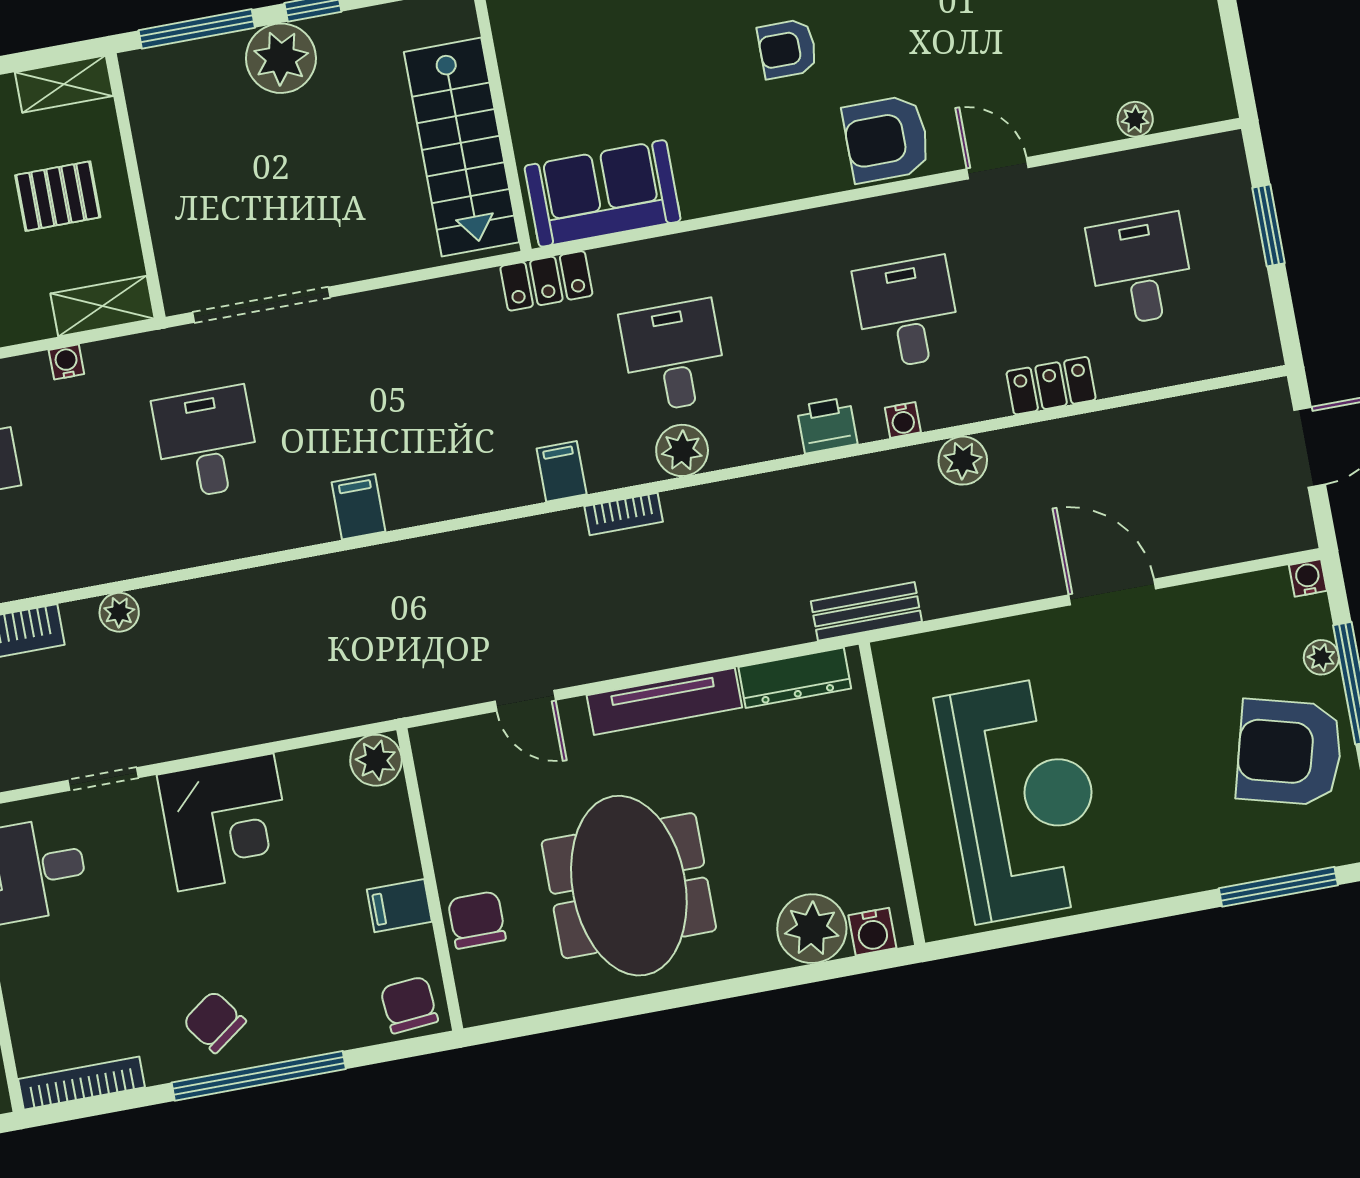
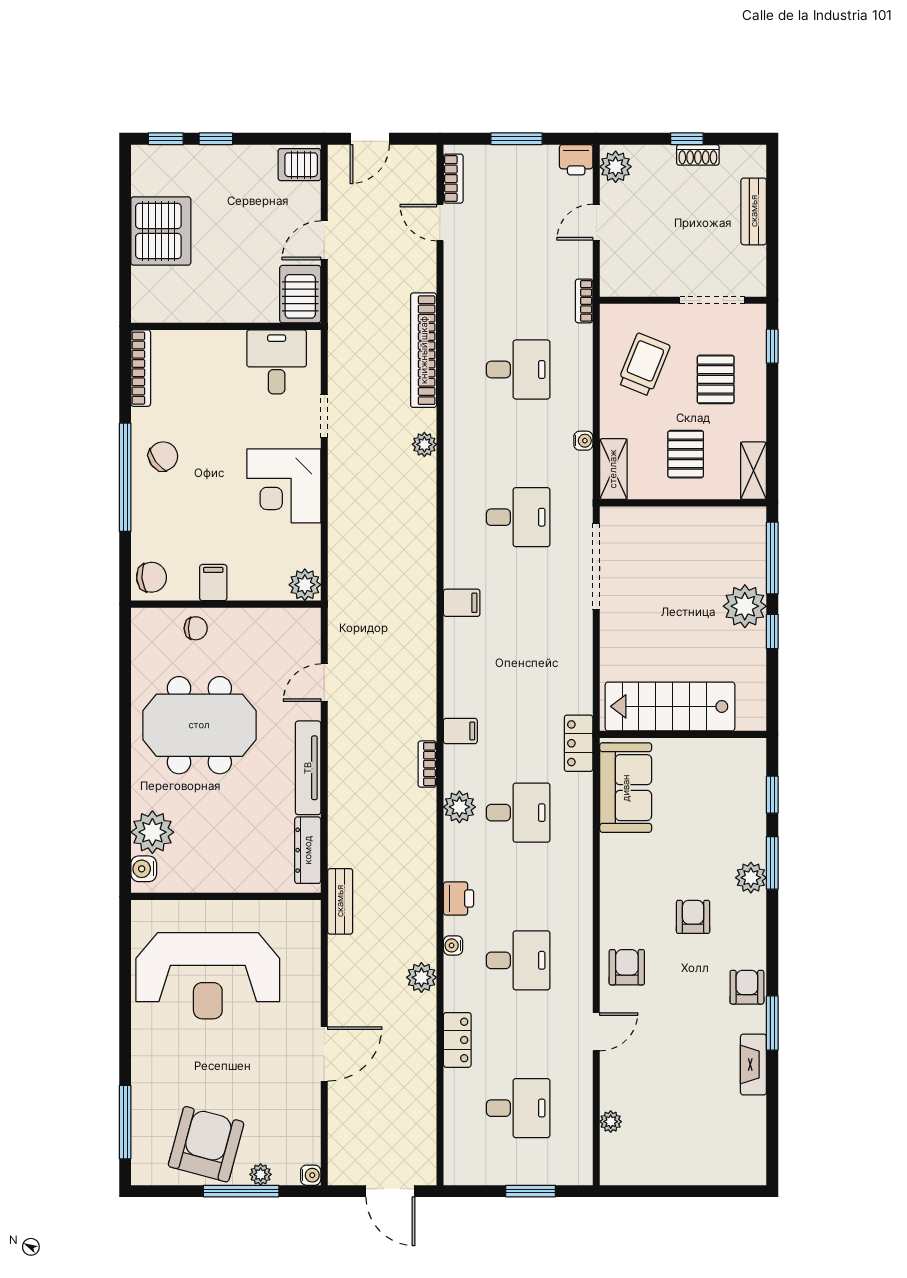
armchair: (886, 139) -> (627, 967), width x0.72, depth x0.72
chair: (477, 920) -> (196, 628), width x0.73, depth x0.73

